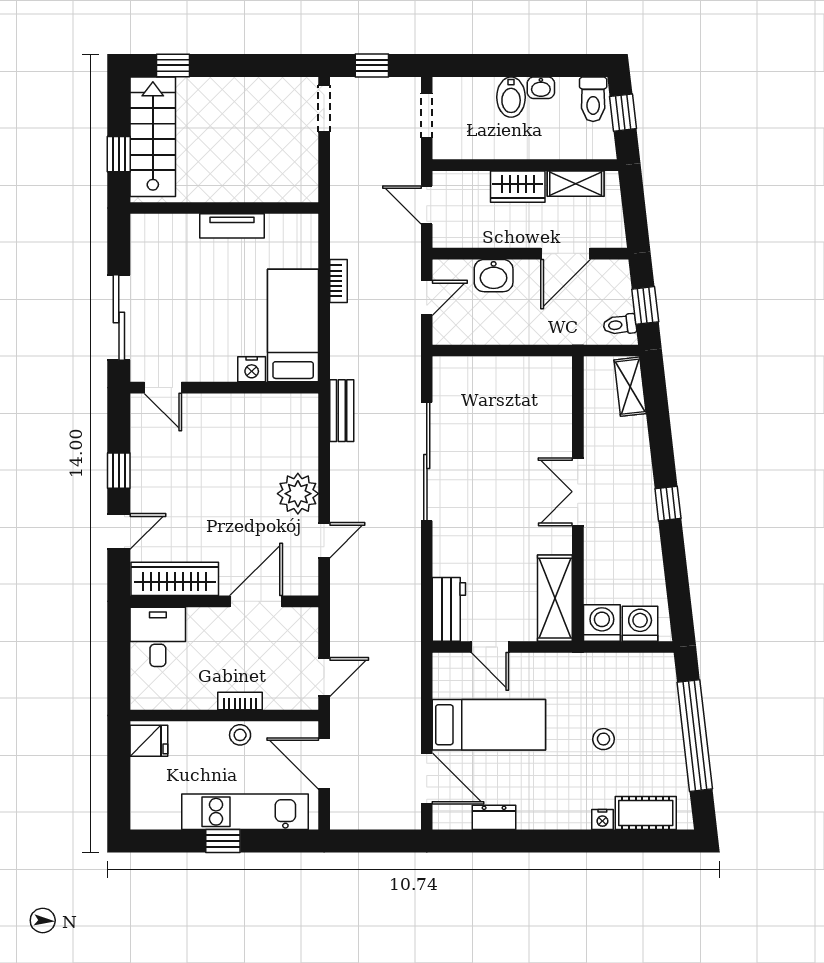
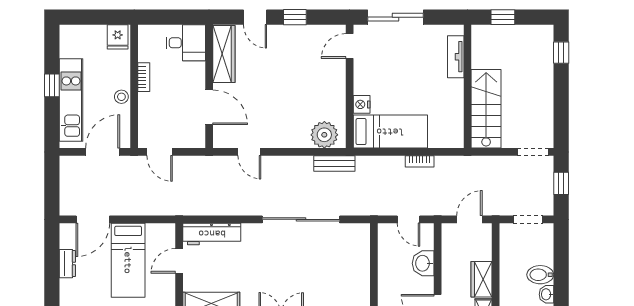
stairs: (153, 137) -> (486, 109), moved, turned -90
tv unit: (232, 226) -> (456, 57), moved
plant: (298, 494) -> (324, 135), moved
workbench: (449, 609) -> (212, 234), width x1.38
bookcase: (240, 701) -> (144, 77), moved

